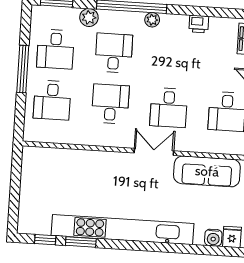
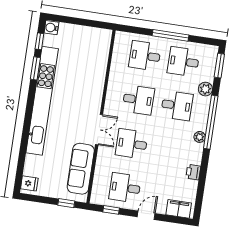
water cooler: (213, 238) -> (51, 28), moved

